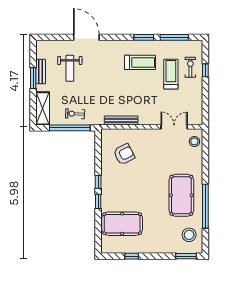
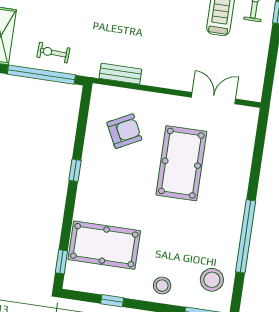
bench: (121, 121) -> (120, 74), width x0.73
stool: (194, 141) -> (162, 286), moved
pool table: (181, 195) -> (181, 163), moved
window: (98, 201) -> (61, 262), moved

